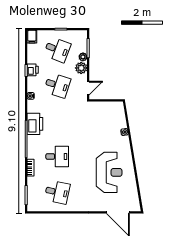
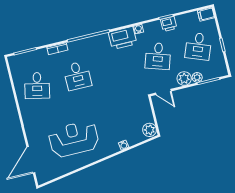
plant: (117, 107) -> (150, 130), added
printer: (35, 124) -> (123, 38), moved
reception desk: (109, 172) -> (74, 139), turned 180

